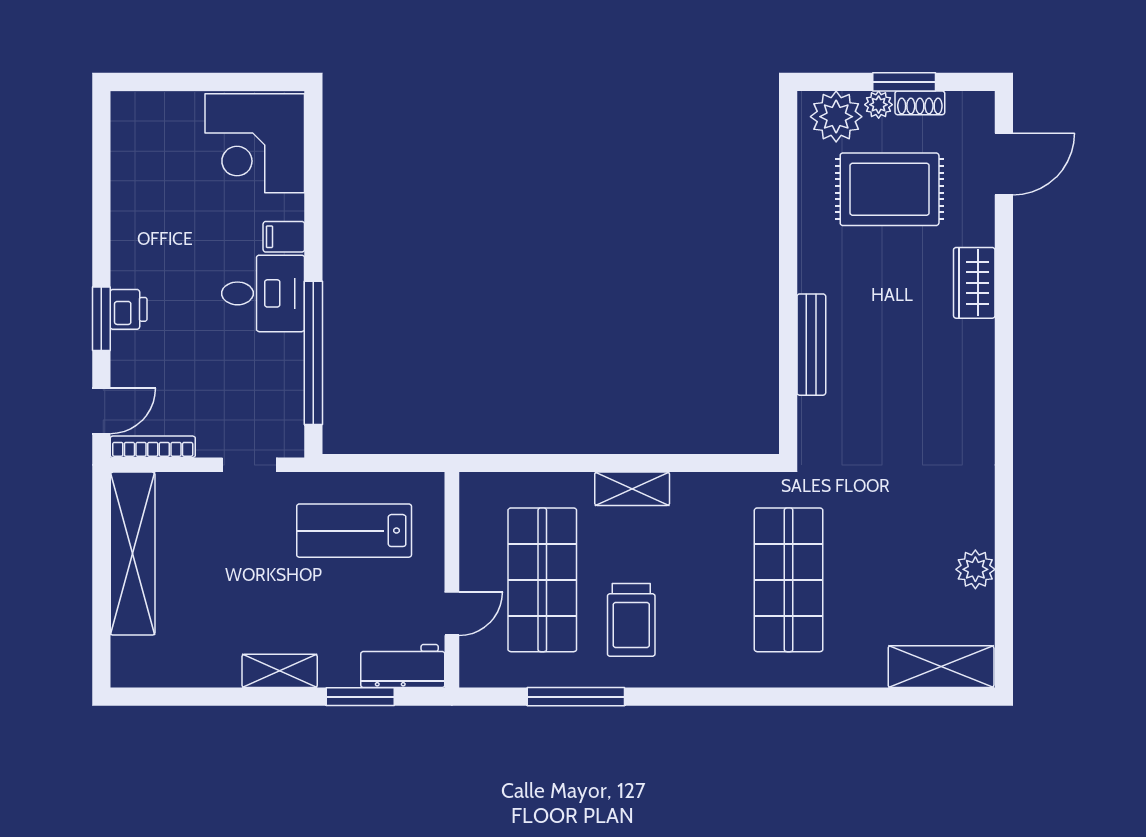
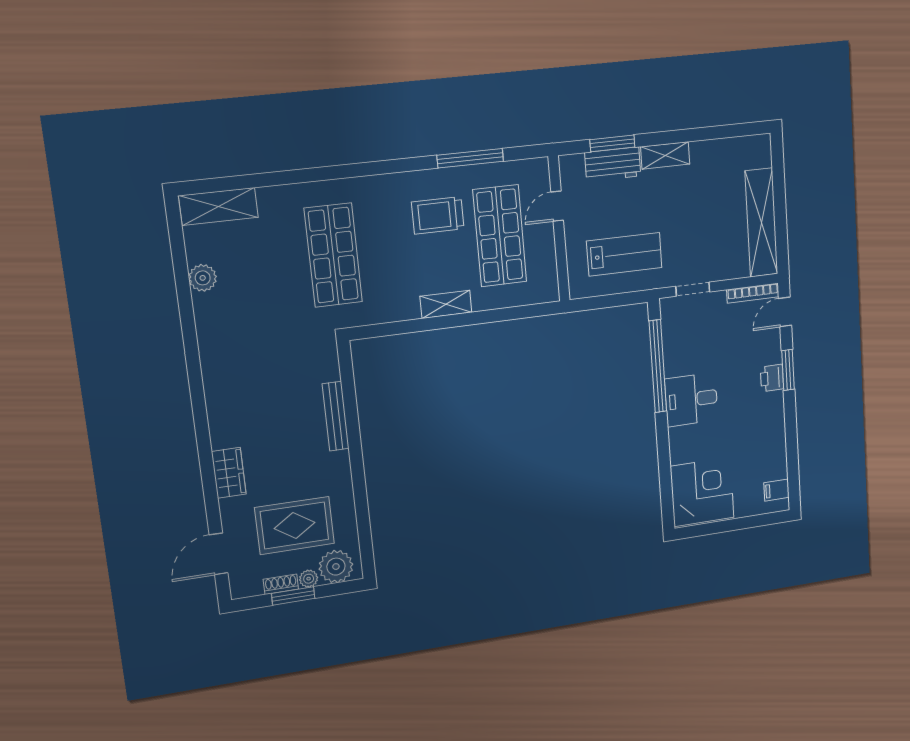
filing cabinet: (284, 237) -> (776, 490), moved, turned 180
trolley: (631, 620) -> (438, 215), turned -90
workbench: (403, 666) -> (613, 164), moved

